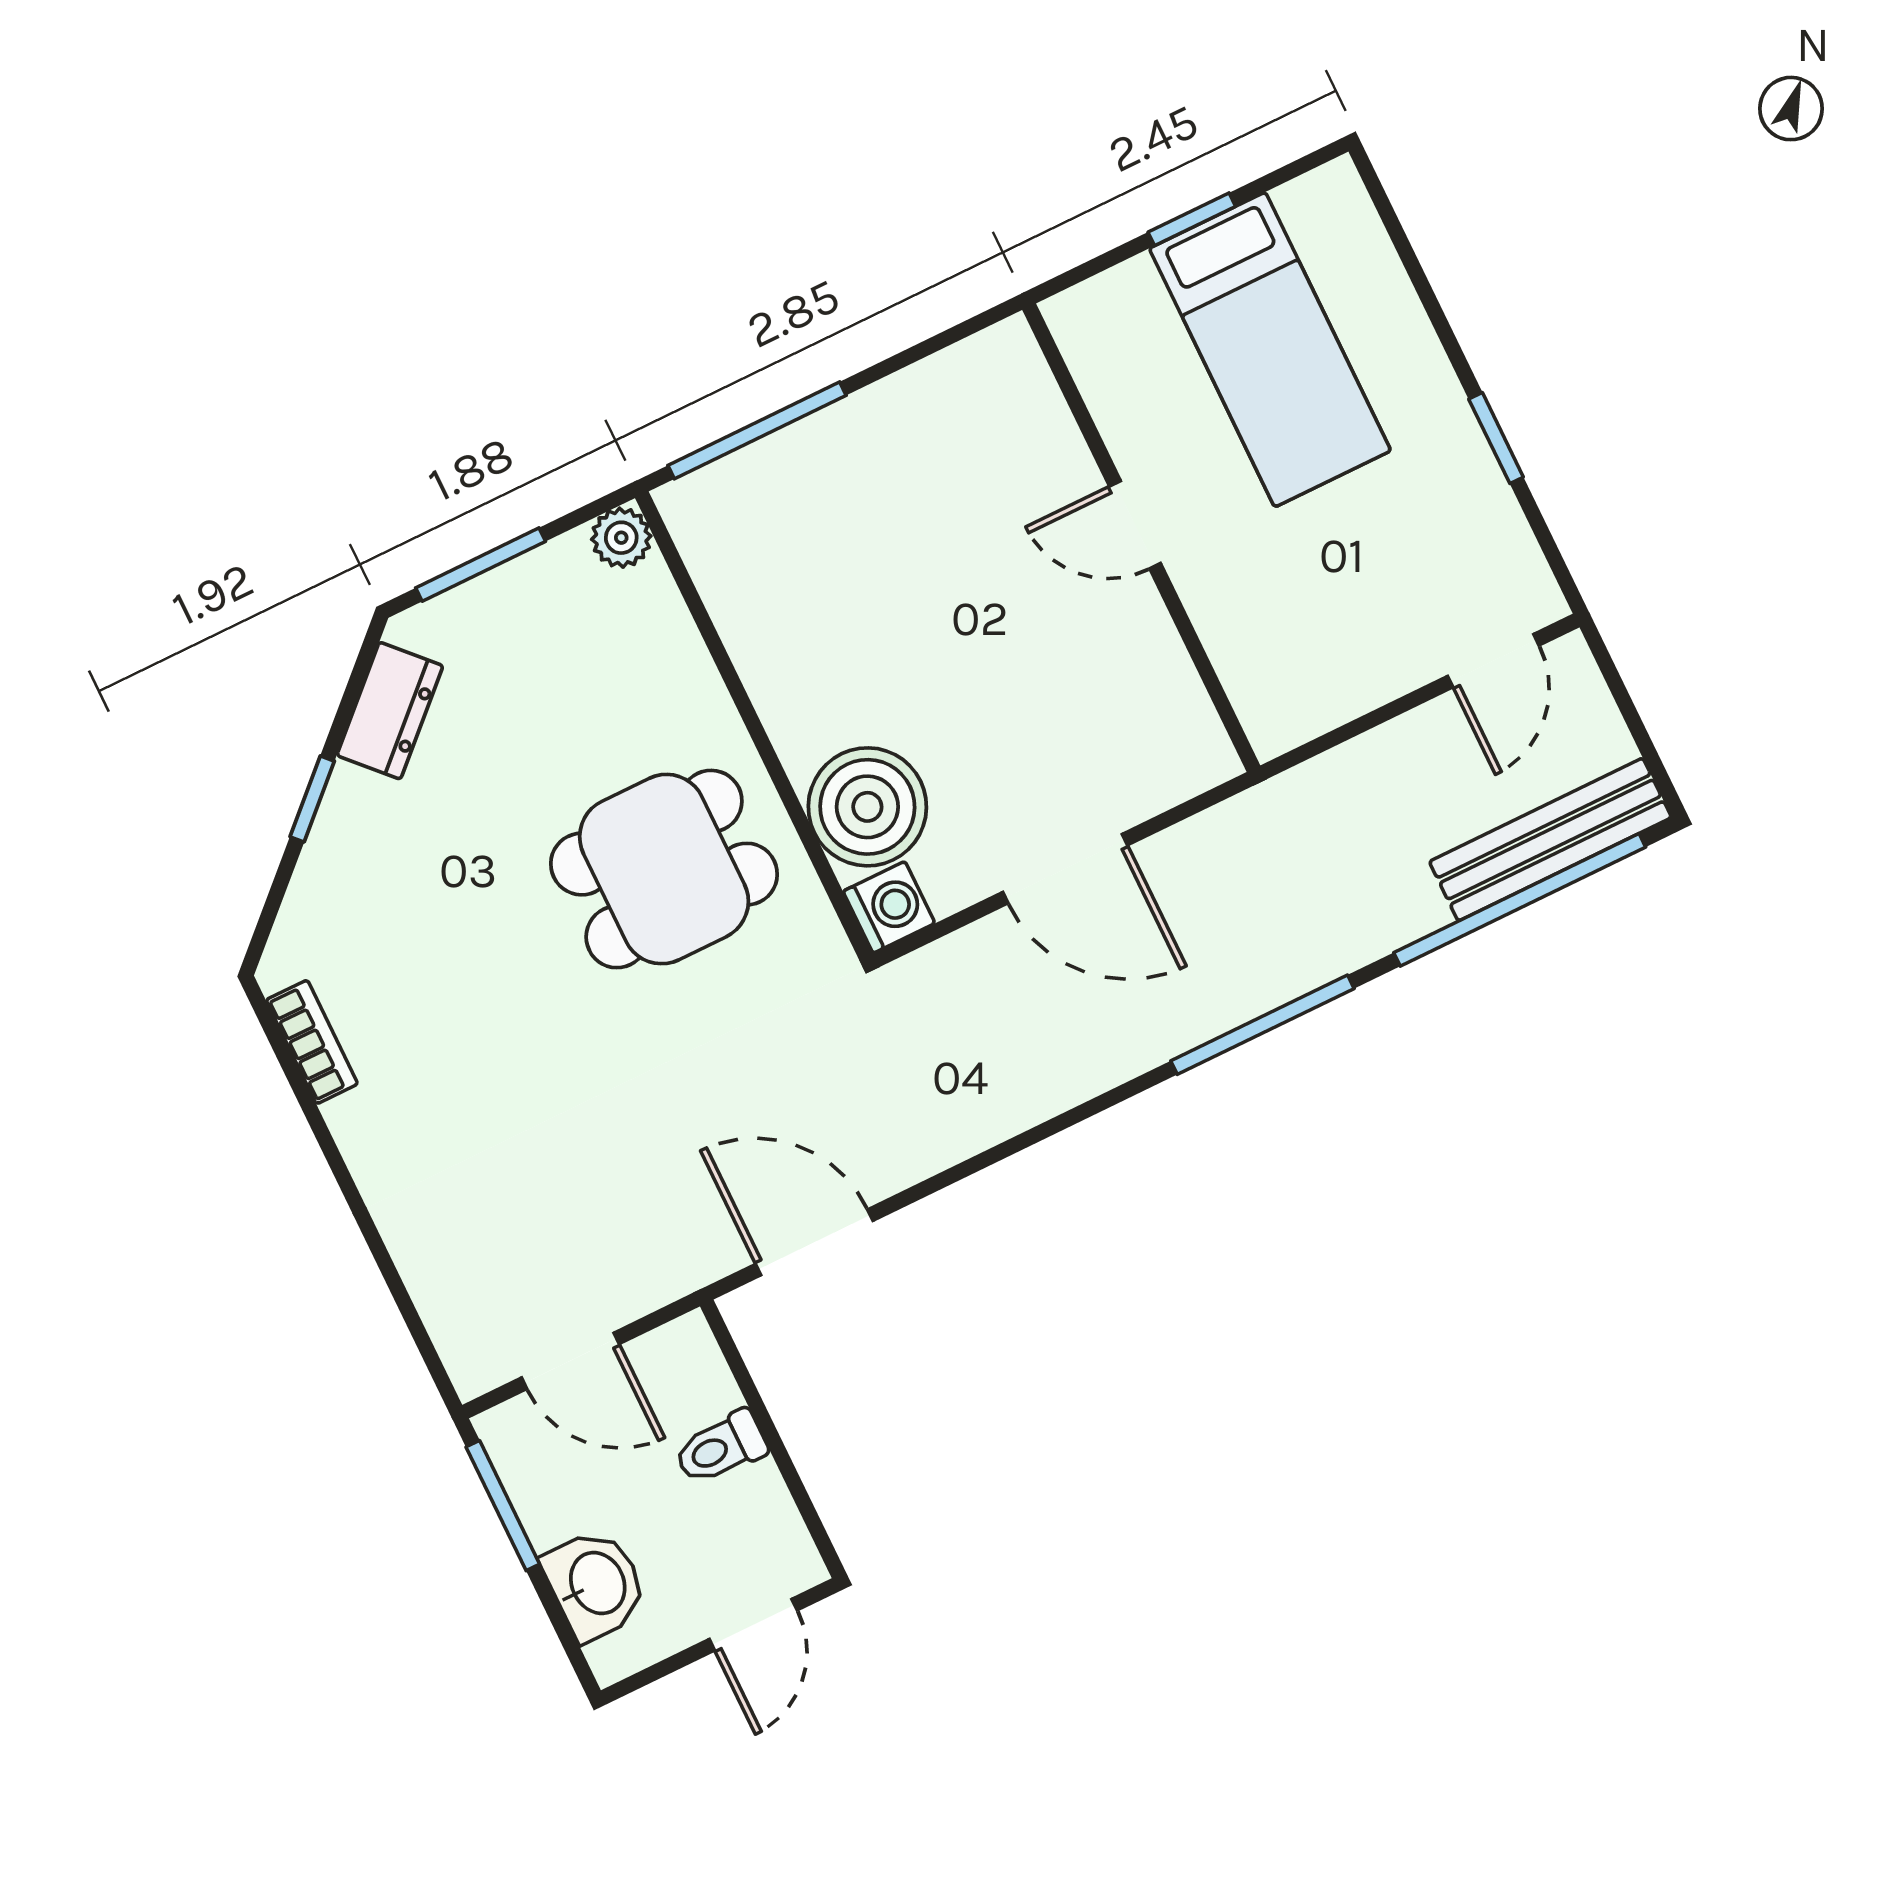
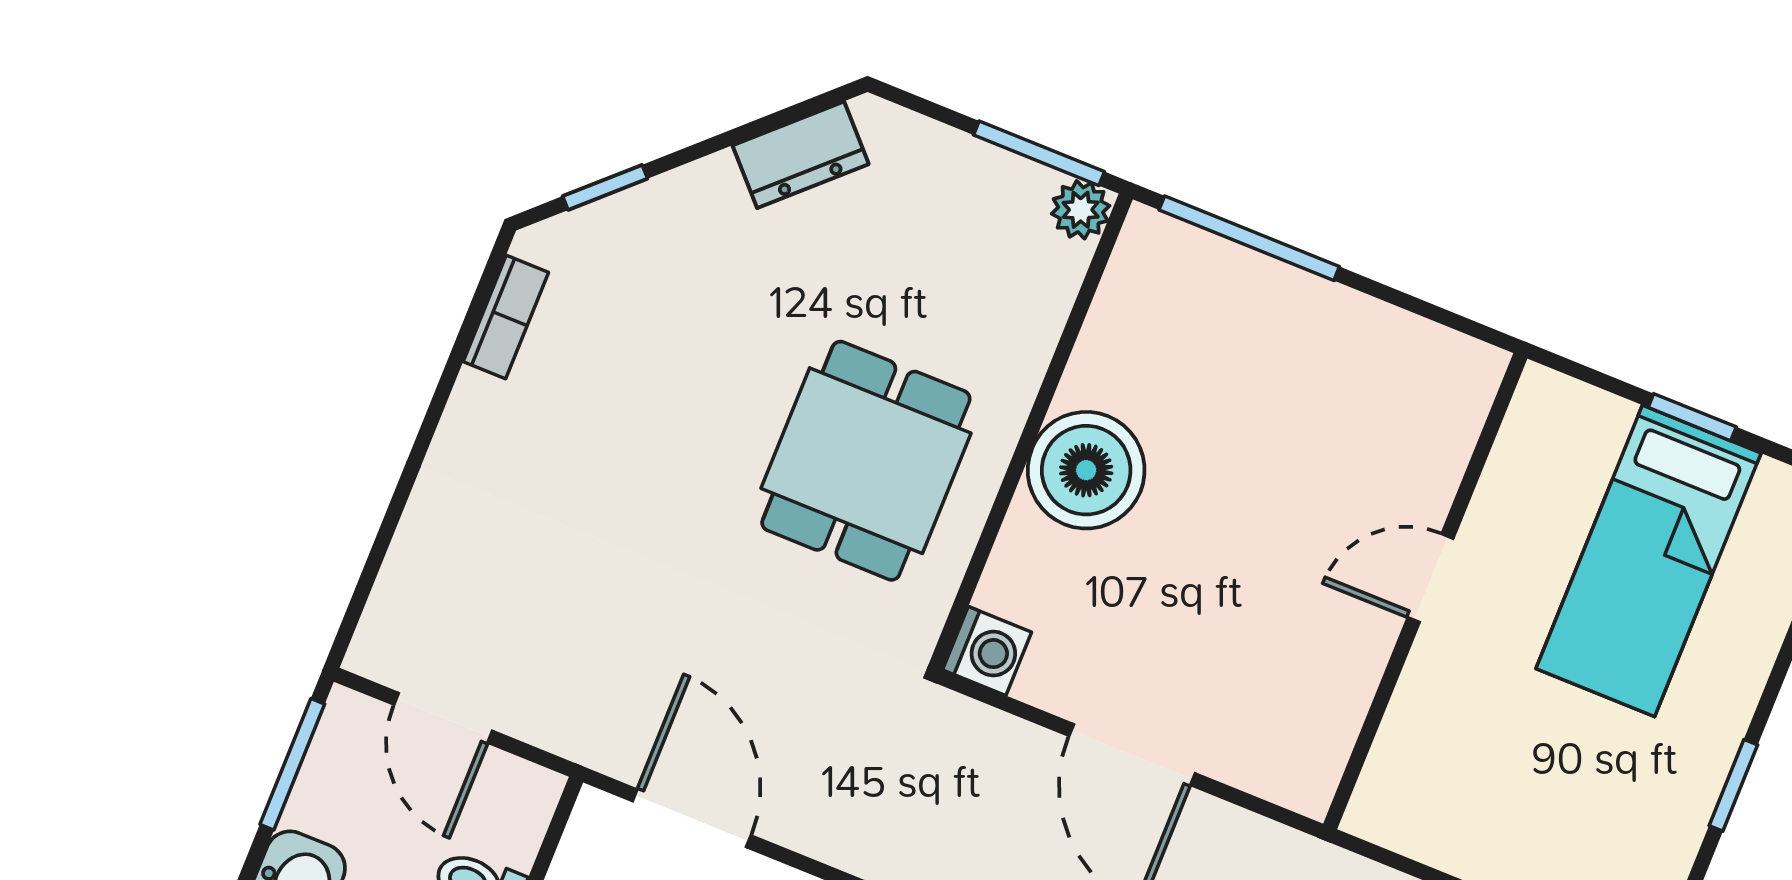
door: (1135, 525) -> (1431, 578), hinge flipped
window: (481, 565) -> (1039, 153), moved
window: (312, 799) -> (605, 187), moved
boiler: (867, 807) -> (1086, 470), moved
dining table: (664, 869) -> (866, 461), turned 90

